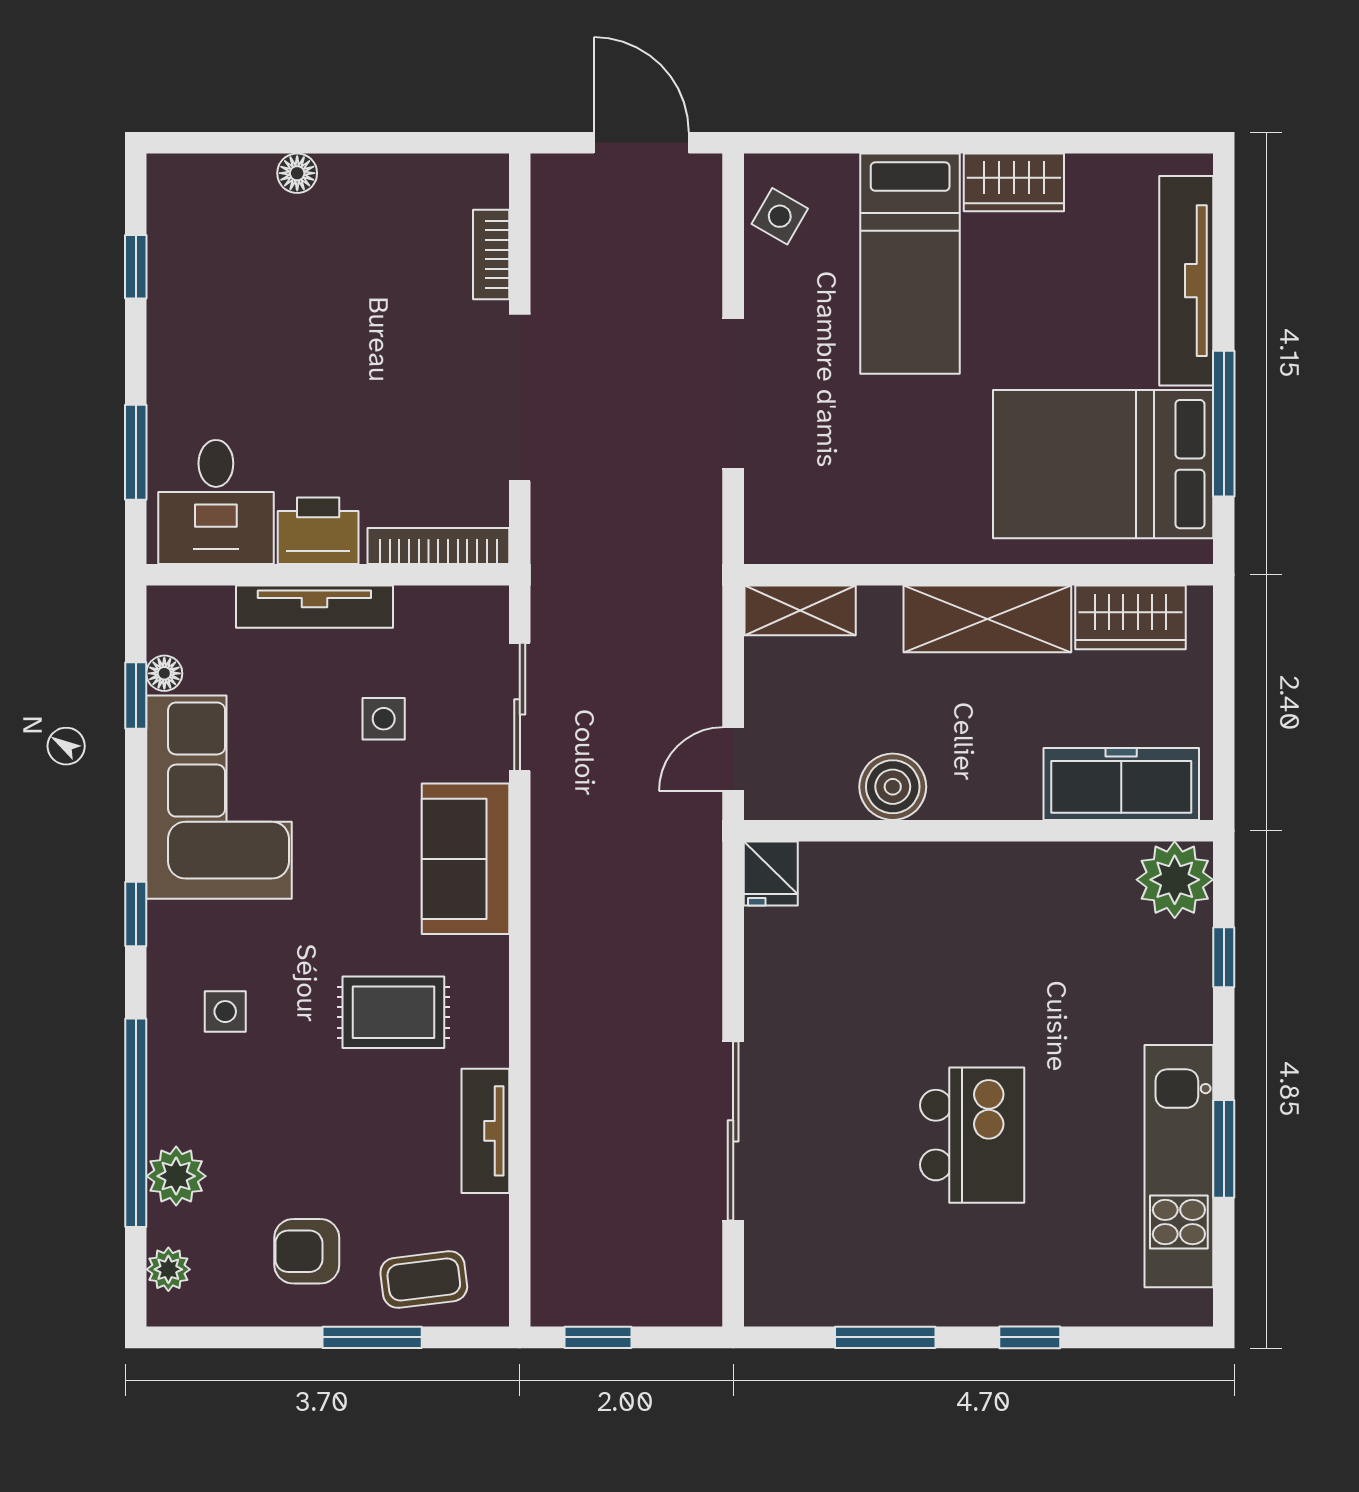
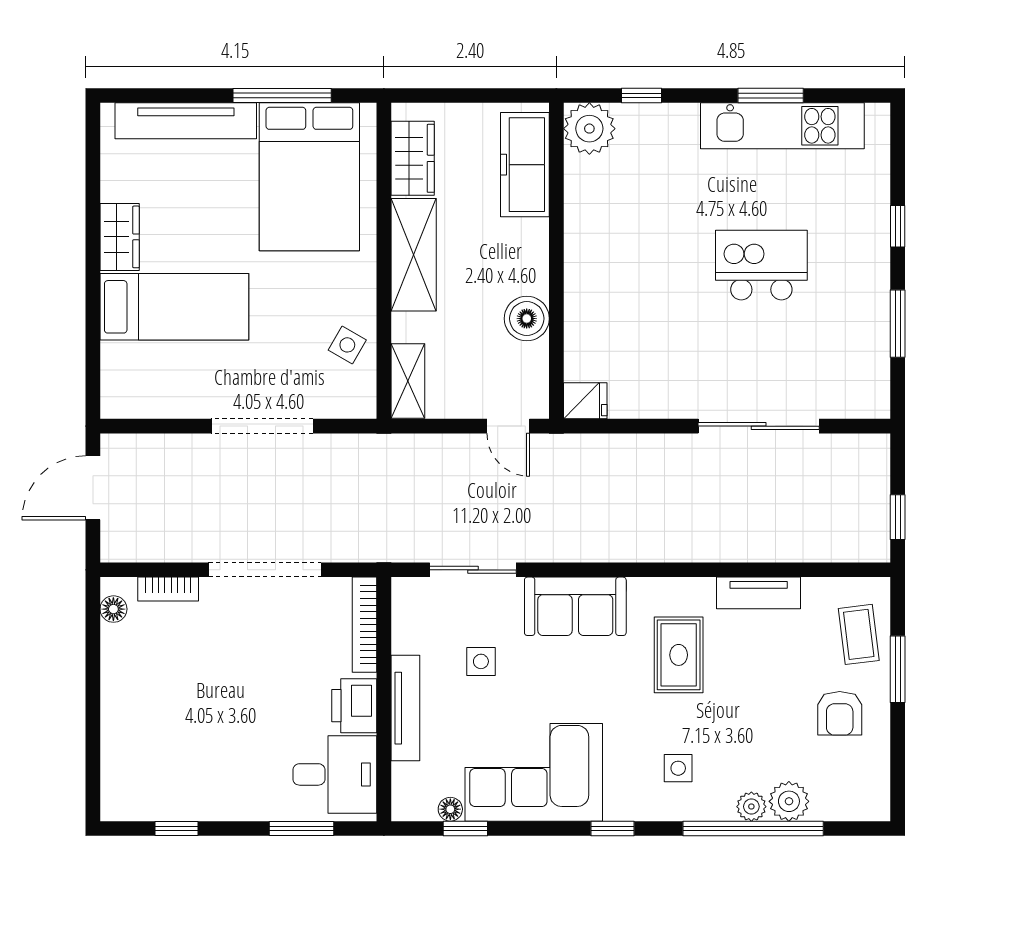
floor lamp: (297, 173) -> (113, 609), moved
side table: (780, 216) -> (347, 345), moved
plant: (168, 1269) -> (751, 807), moved

